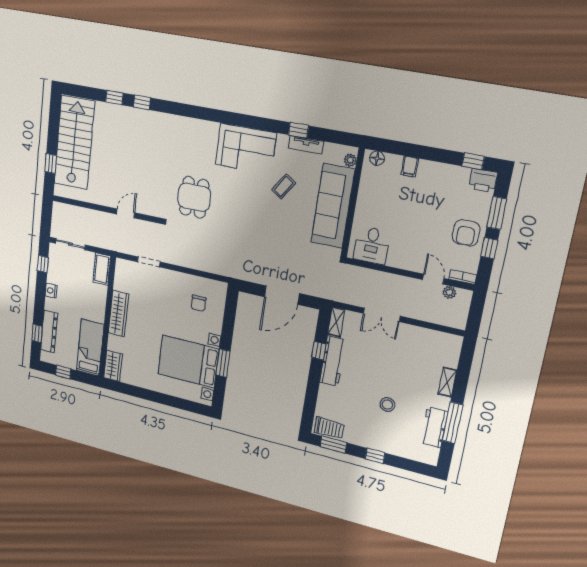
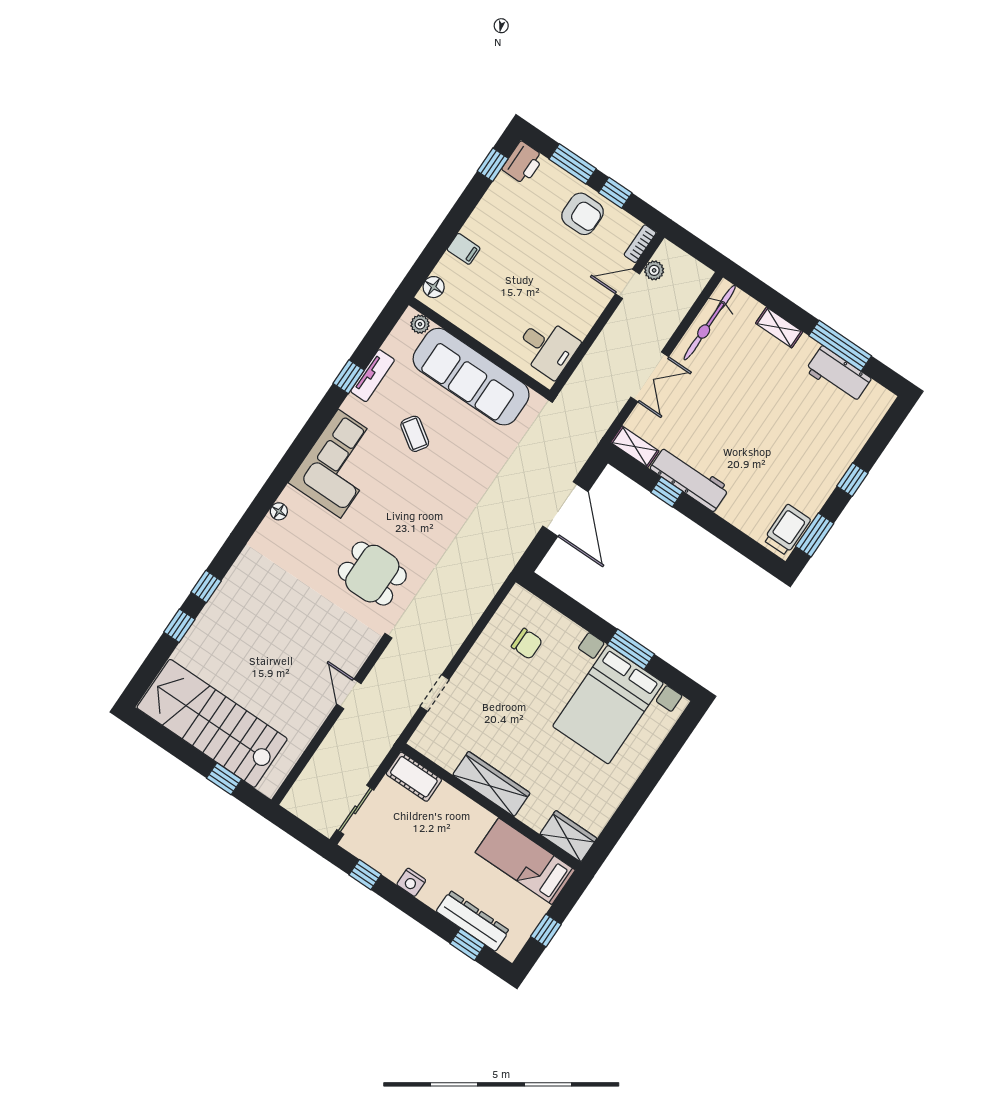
floor lamp: (202, 125) -> (279, 511), added
bicycle: (432, 339) -> (710, 323), added
stool: (387, 405) -> (782, 427), removed

